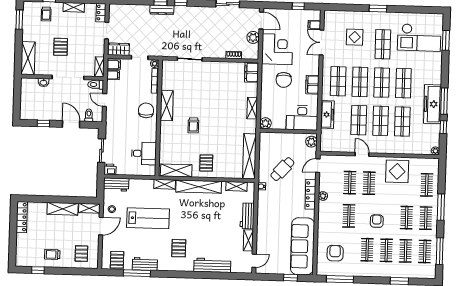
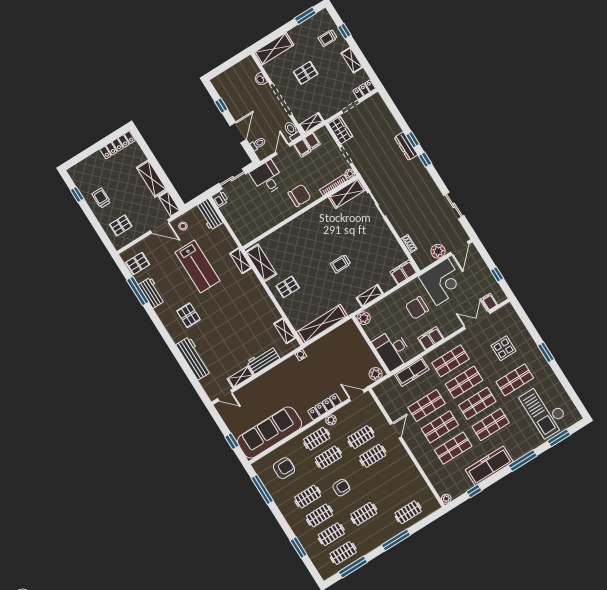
filing cabinet: (114, 65) -> (302, 148), moved
window: (444, 101) -> (523, 461), moved
shelving: (167, 106) -> (347, 193), moved
trolley: (193, 125) -> (341, 264), moved
desk: (144, 153) -> (267, 178), moved, turned 180
cafe table: (282, 169) -> (331, 364), removed
display table: (397, 171) -> (402, 475), removed
shelving: (199, 187) -> (260, 295), removed
clothes rail: (426, 218) -> (317, 439), moved
pallet: (179, 248) -> (188, 315), turned 90

